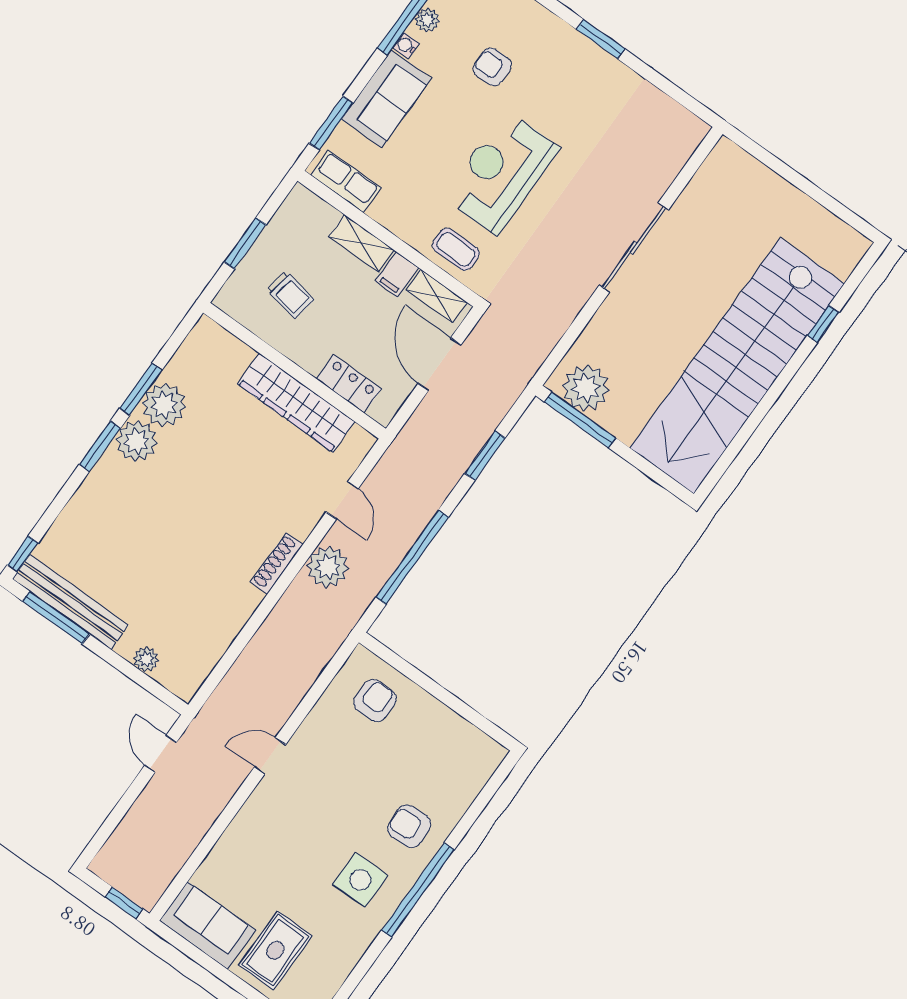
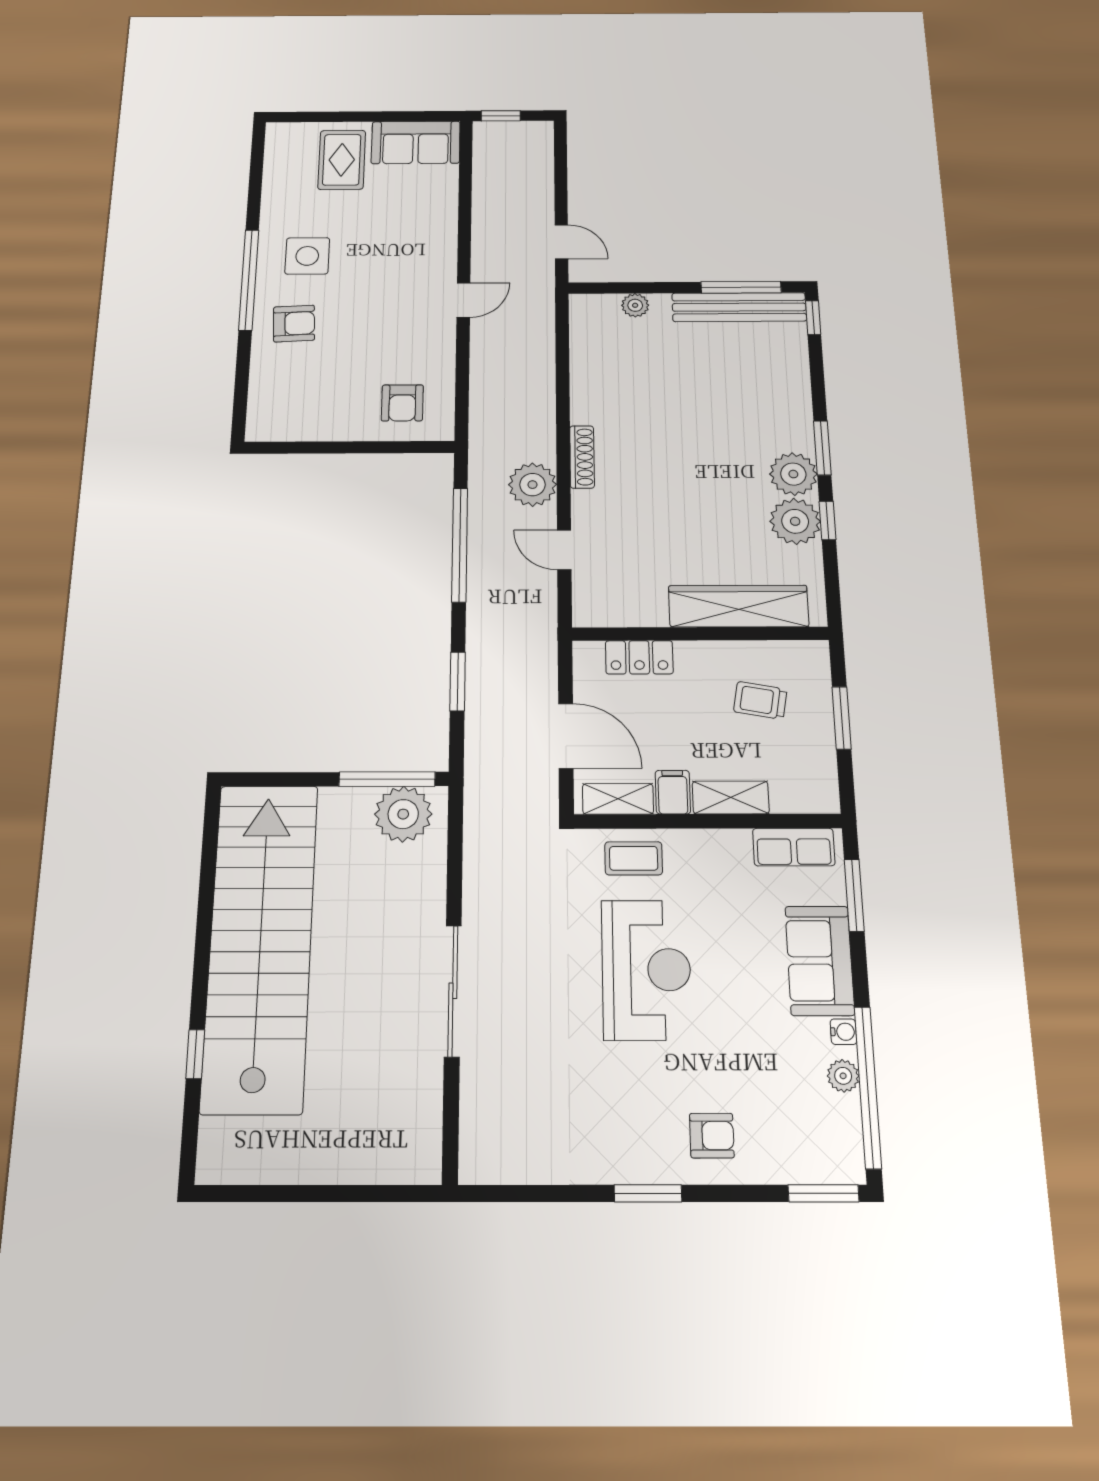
armchair: (492, 67) -> (712, 1136), moved
window: (141, 389) -> (828, 520), width x0.67
wardrobe: (296, 403) -> (739, 606), moved

